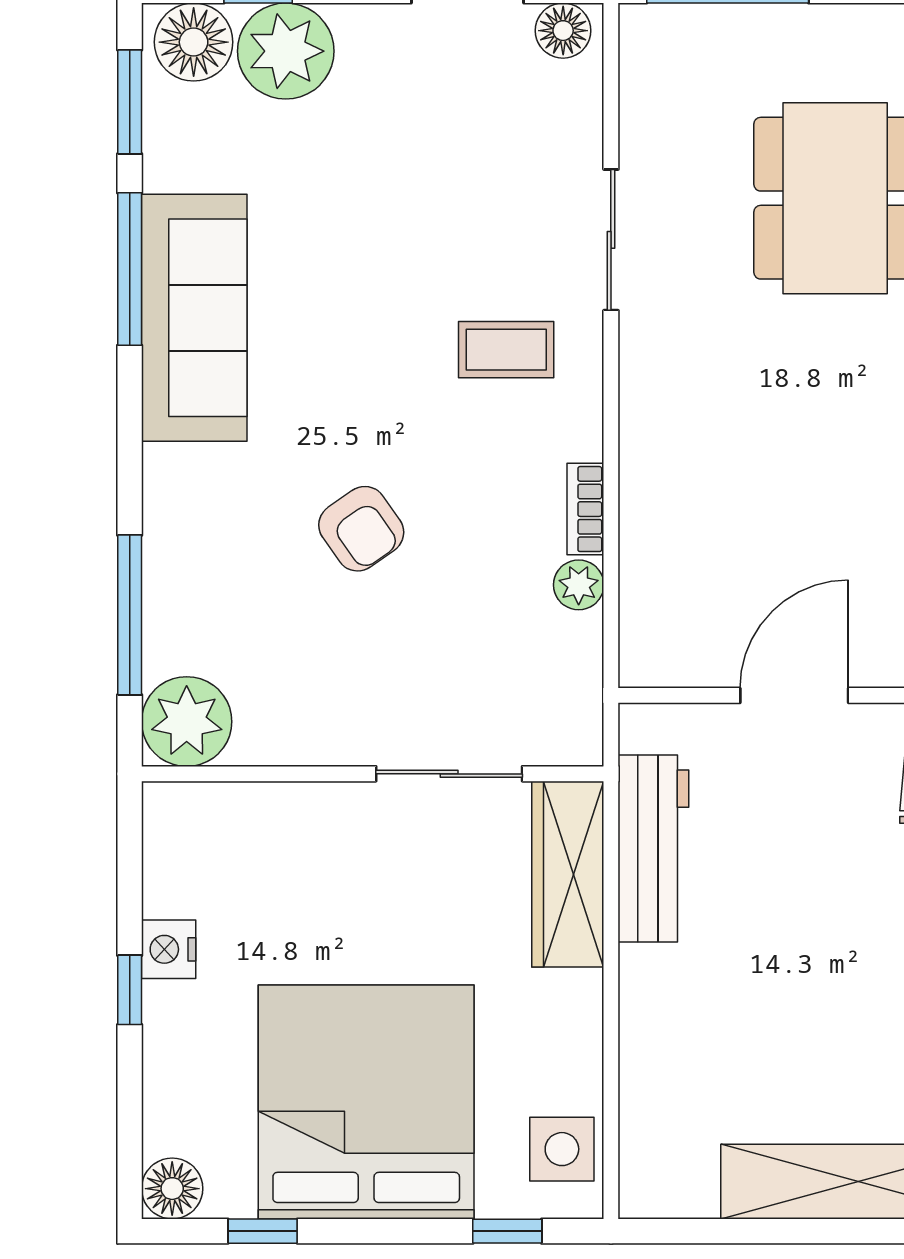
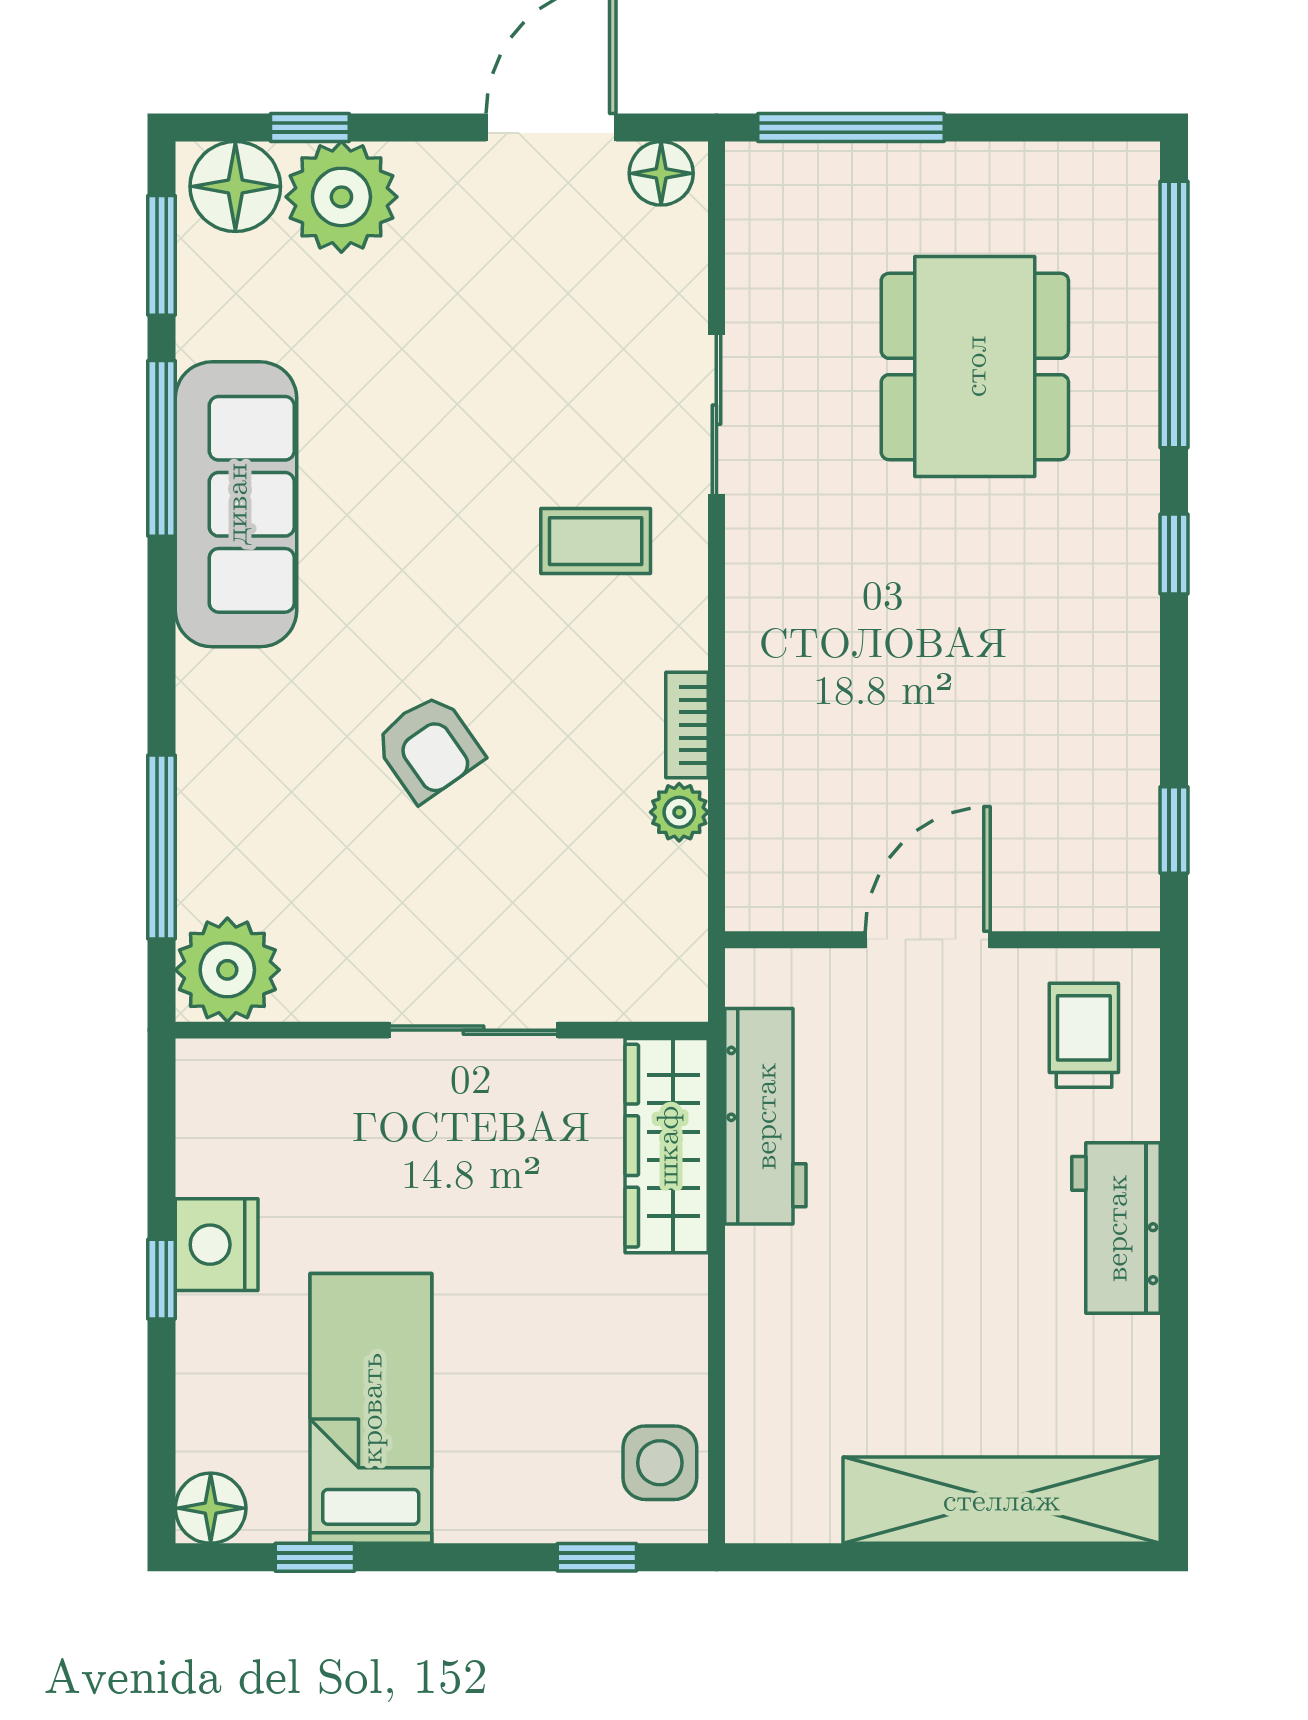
sliding door: (449, 774) -> (473, 1030), moved
nightstand: (169, 949) -> (217, 1245), width x1.36, depth x1.33
bed: (366, 1102) -> (371, 1408), width x0.49

